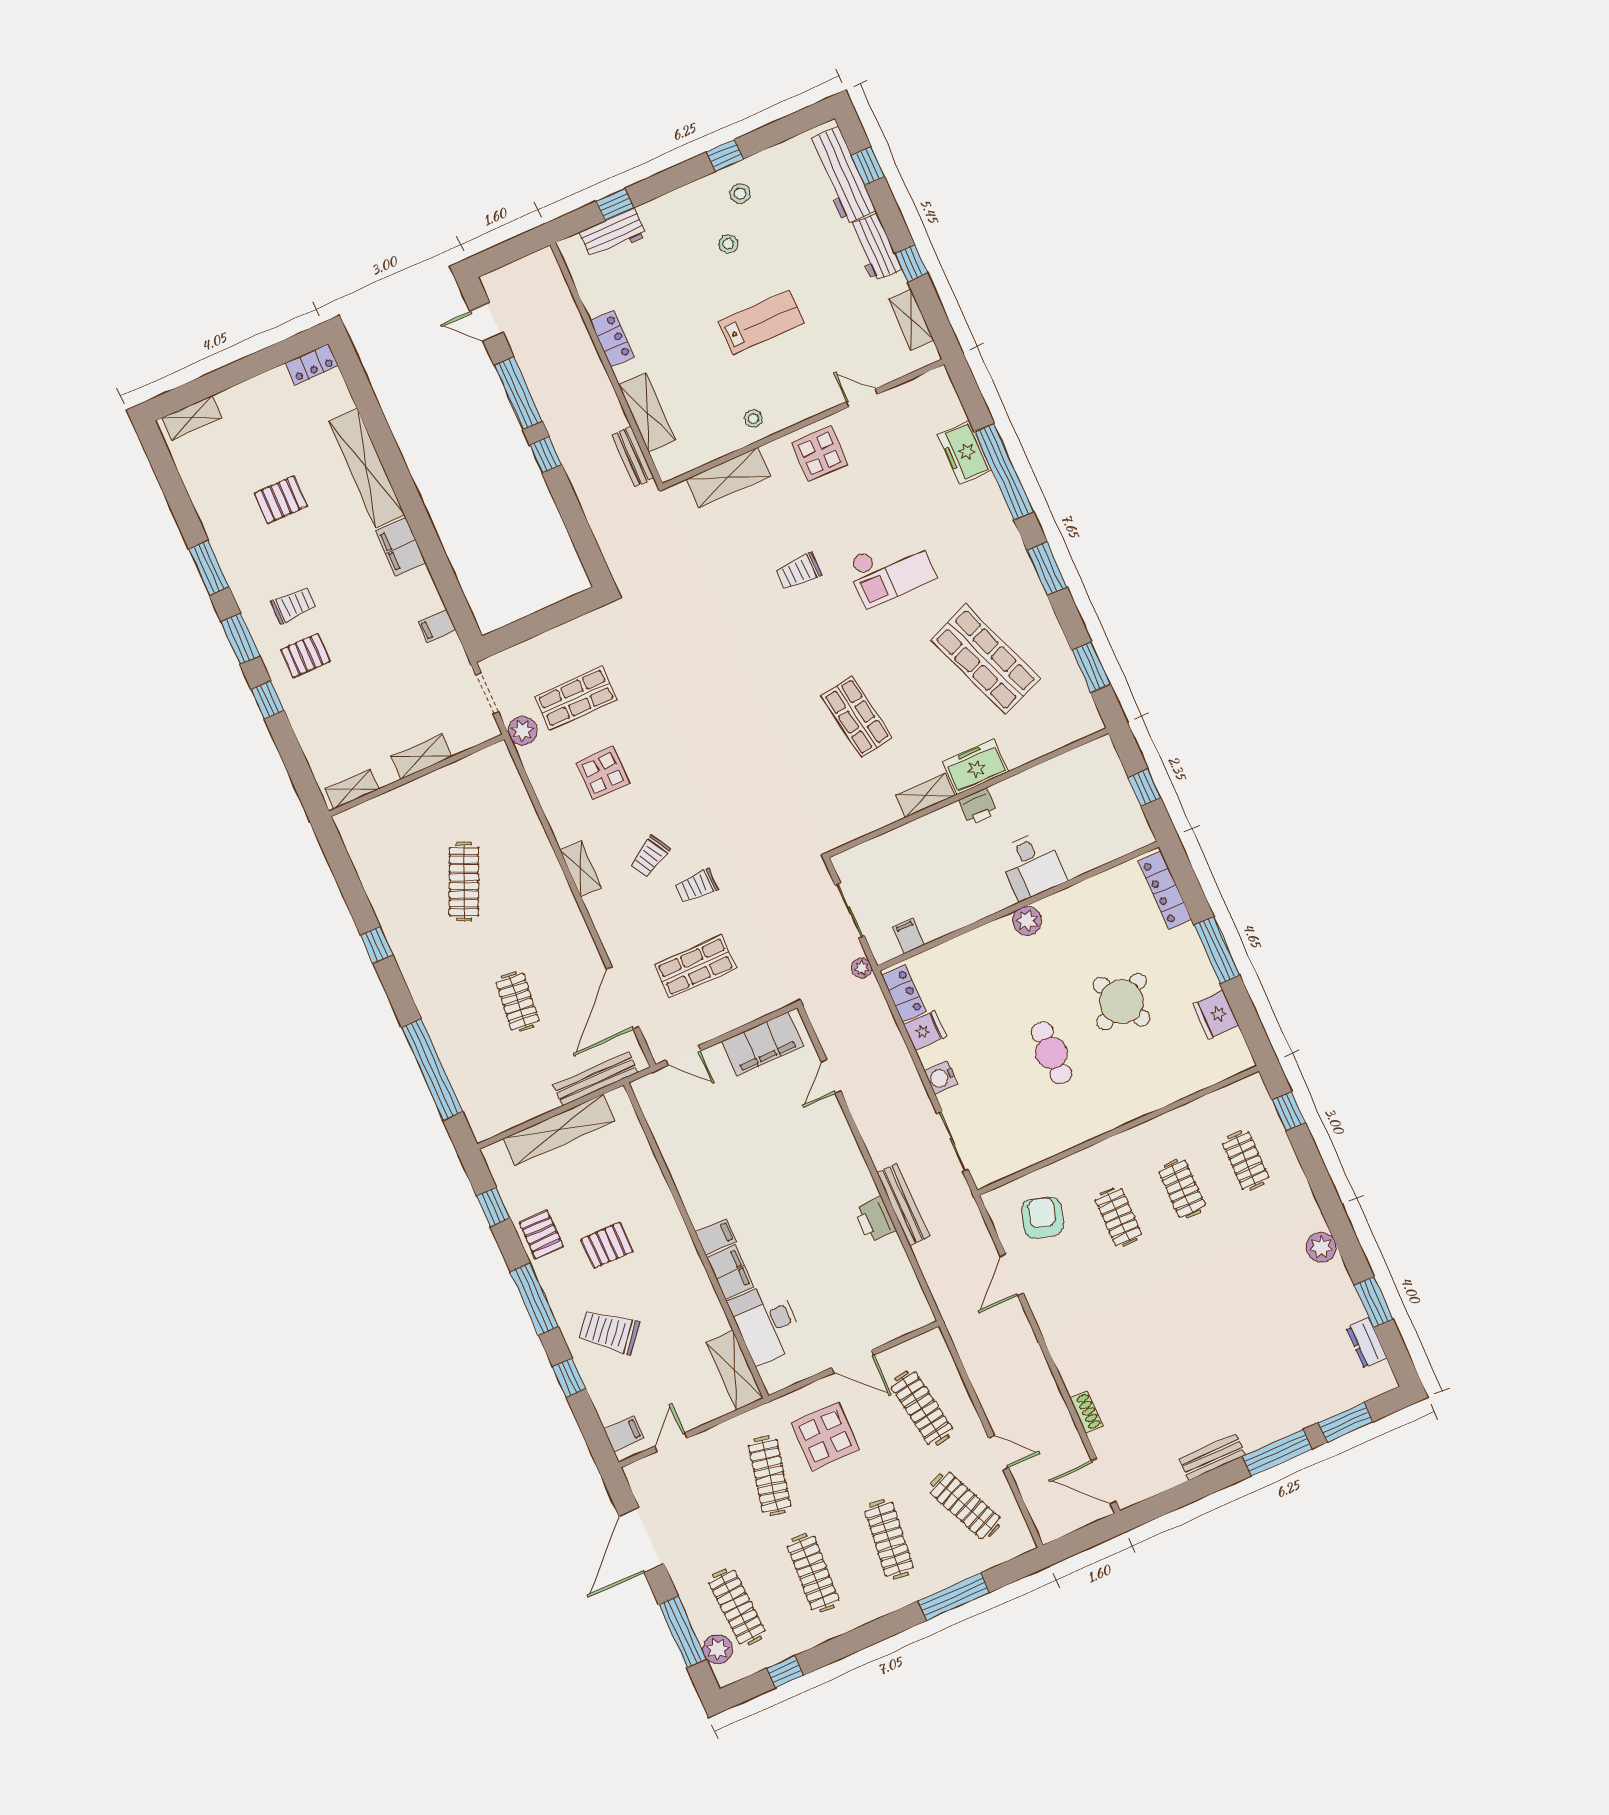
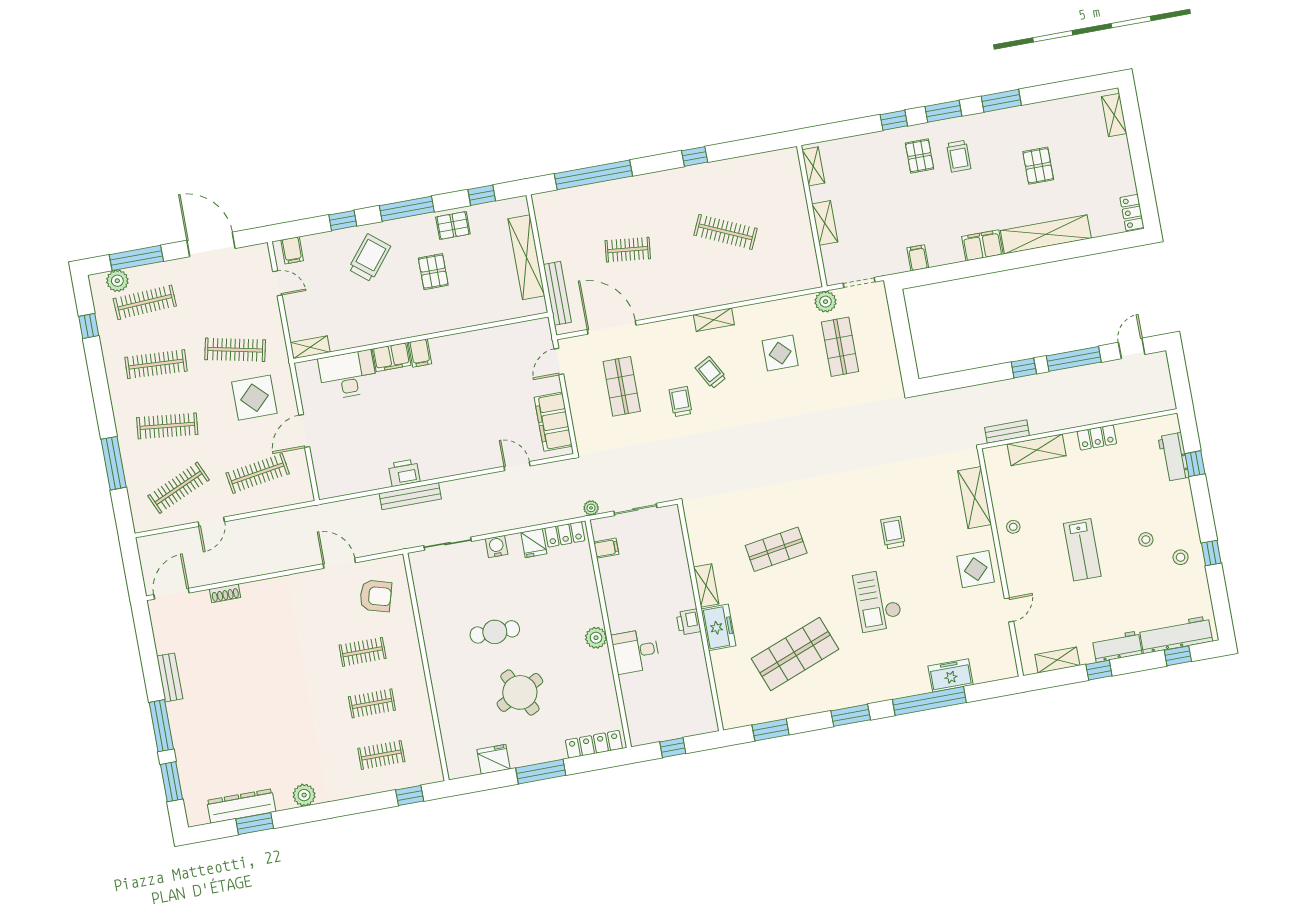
dresser: (1367, 1343) -> (241, 806), width x1.96, depth x1.24
shelving: (735, 1370) -> (310, 347), width x0.67, depth x0.75

